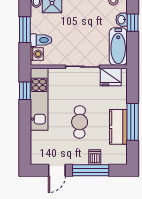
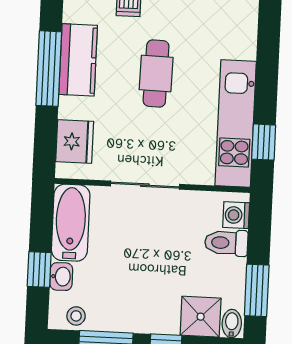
window: (25, 30) -> (257, 290), moved
fridge: (111, 77) -> (75, 141), moved, turned 90

